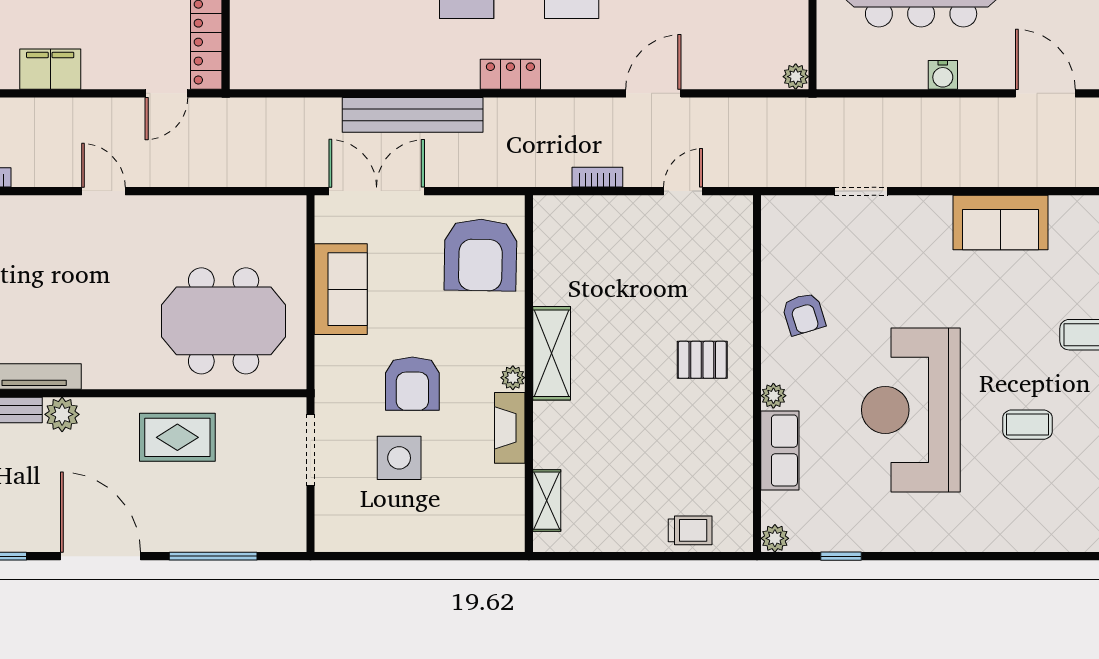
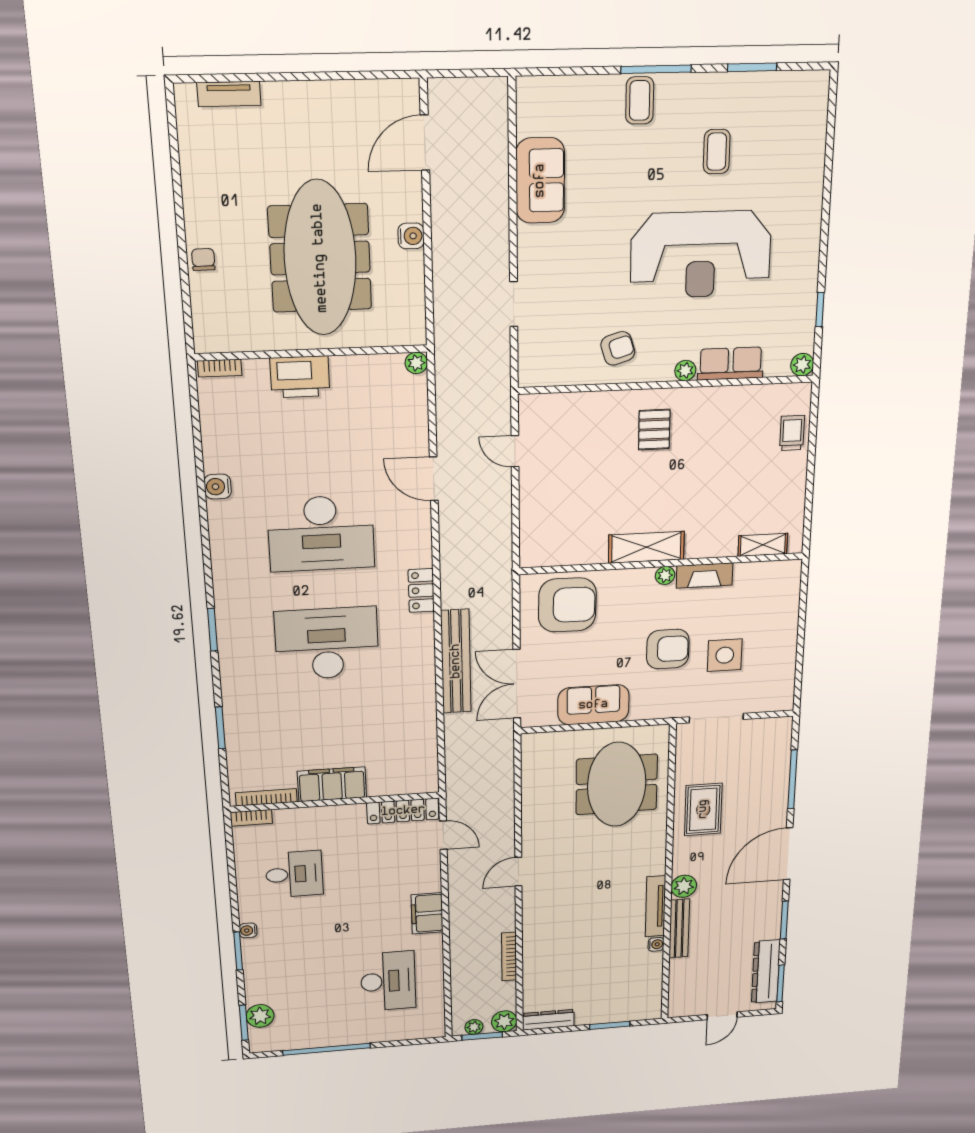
bookcase: (597, 177) -> (504, 519), removed

